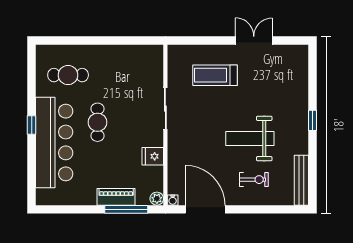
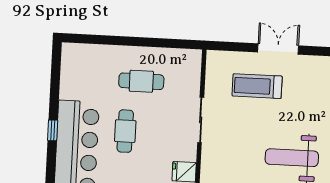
double door: (254, 40) -> (278, 49), moved
cafe table: (68, 75) -> (141, 81), moved

